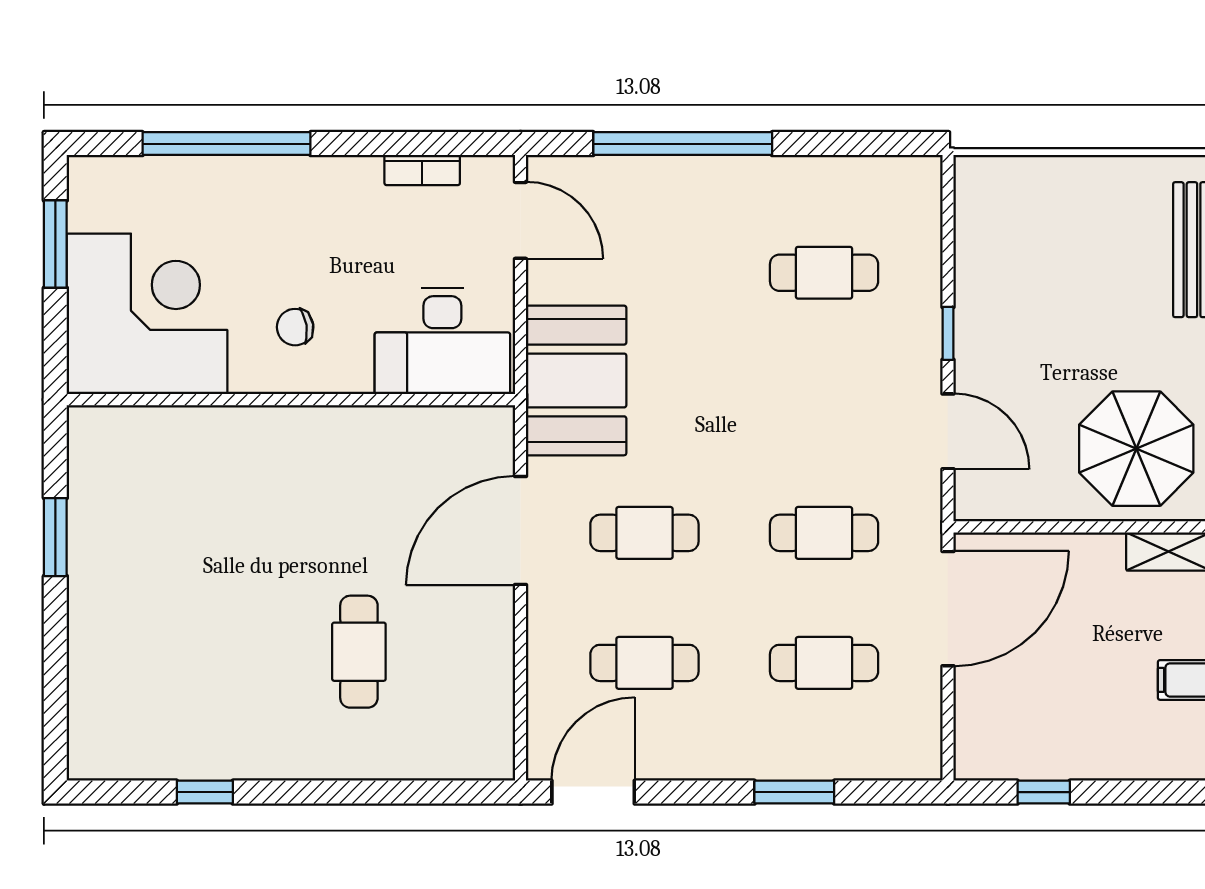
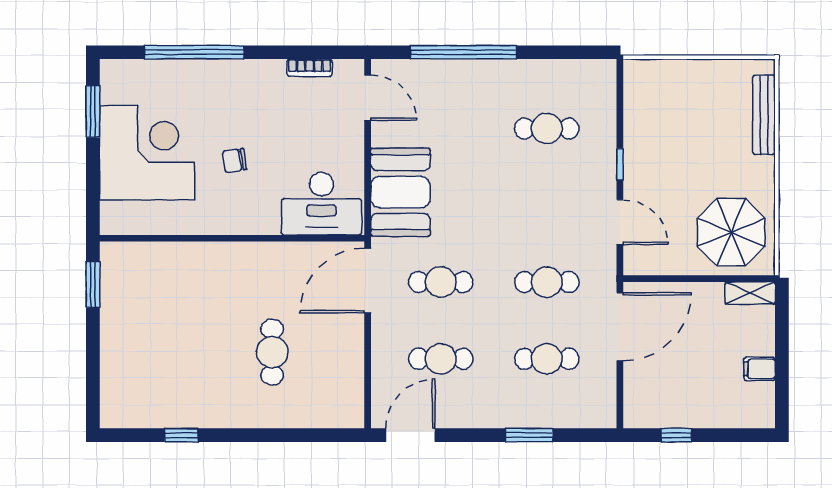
desk: (442, 341) -> (321, 204), moved
wall: (291, 400) -> (232, 238), moved

